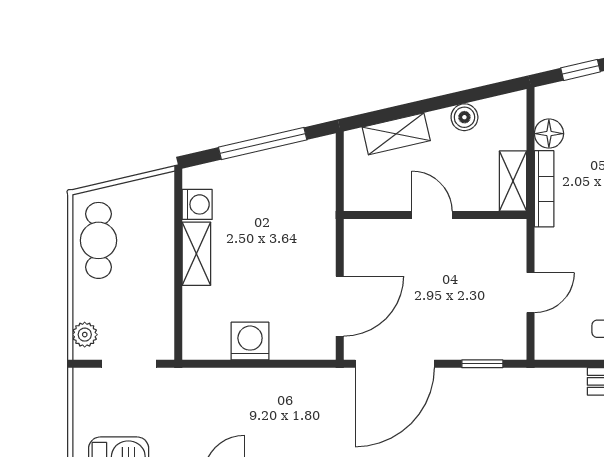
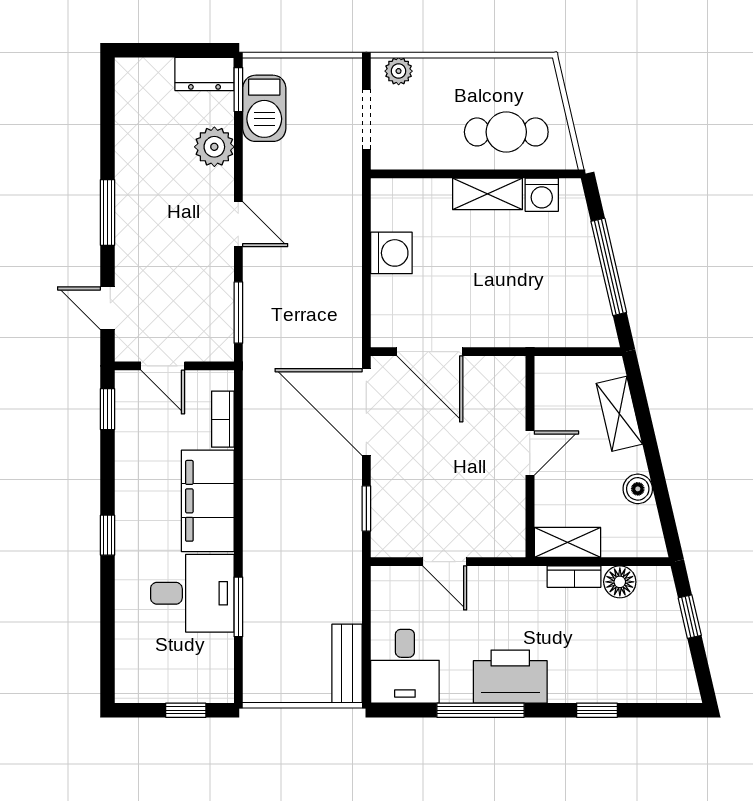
bookcase: (544, 189) -> (574, 577), width x0.64
cafe table: (99, 240) -> (506, 132), moved

